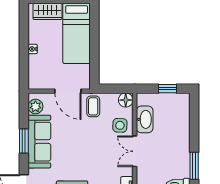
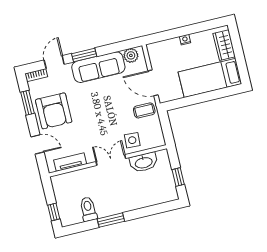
door: (68, 91) -> (153, 83), hinge flipped
floor lamp: (126, 100) -> (158, 140), removed
window: (24, 141) -> (84, 55), moved

